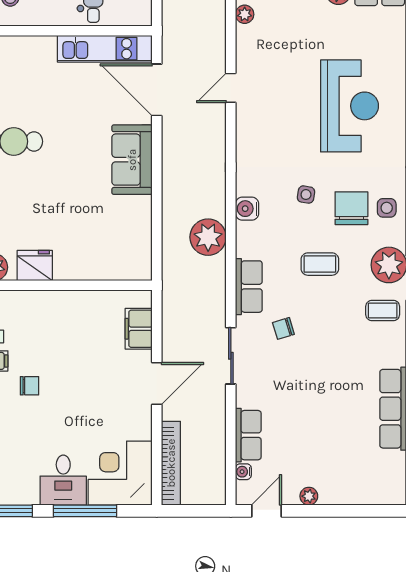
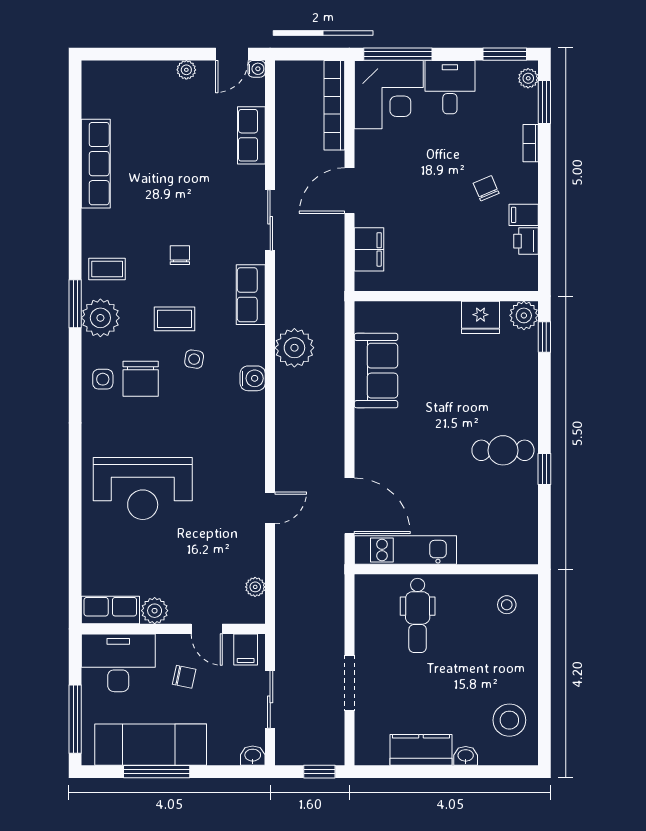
reception desk: (350, 106) -> (143, 489), turned -90
sofa: (132, 160) -> (376, 371), moved
side table: (306, 195) -> (194, 359), moved
chair: (283, 328) -> (180, 255), moved, turned -73
chair: (29, 386) -> (486, 188), turned 67
water cooler: (243, 472) -> (257, 69), moved
window: (85, 511) -> (398, 54), moved

